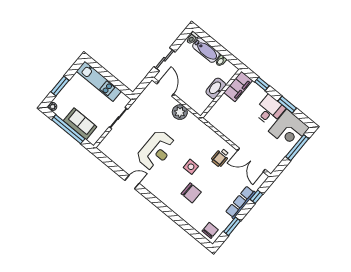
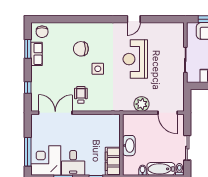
sliding door: (164, 59) -> (187, 148), moved
row of seats: (240, 202) -> (37, 54), moved, width x0.68

